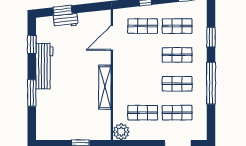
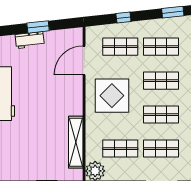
window: (63, 10) -> (38, 27), moved
display table: (136, 68) -> (112, 96), added
shelving: (105, 87) -> (76, 142), moved

